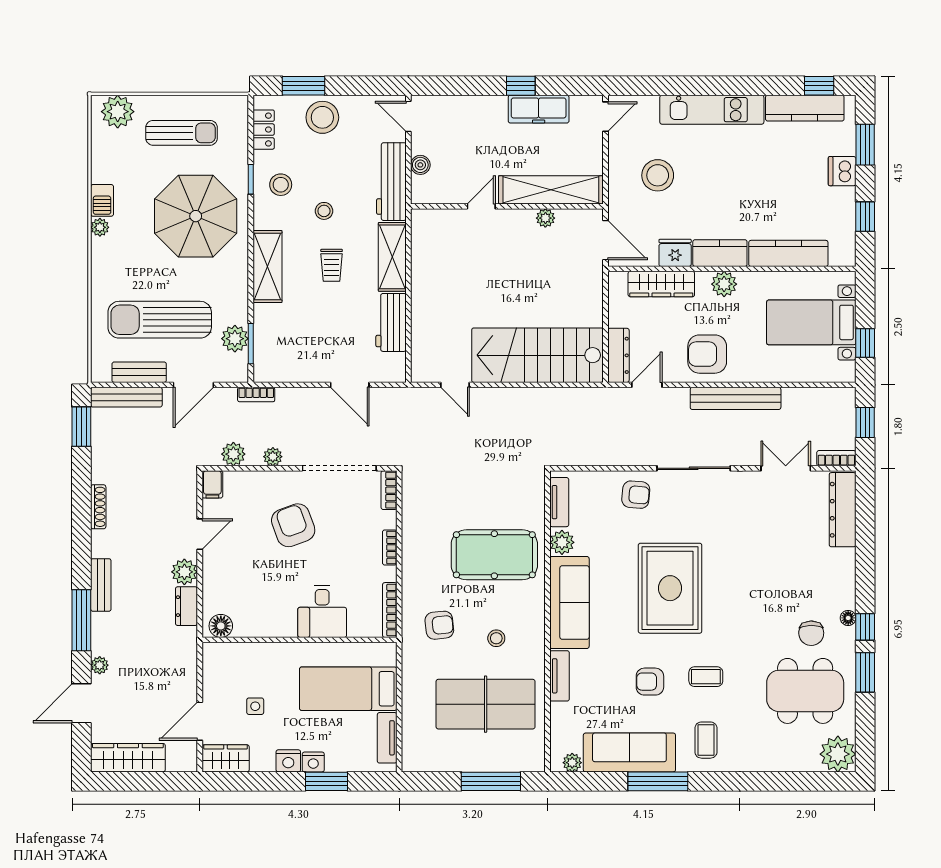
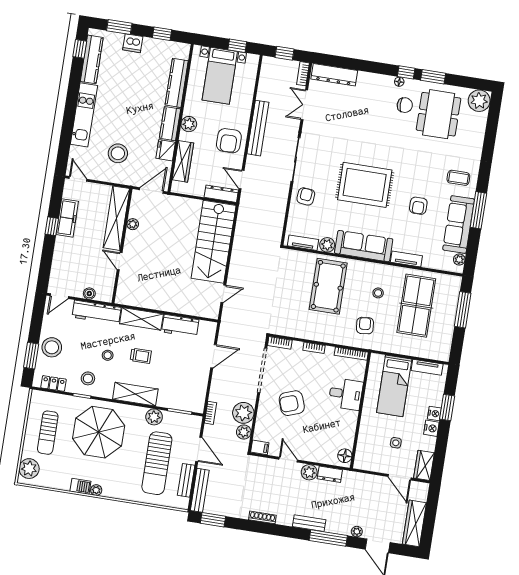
sun lounger: (182, 133) -> (48, 433), turned 180
plant: (235, 339) -> (154, 417), moved
plant: (273, 457) -> (243, 413), width x1.87, depth x1.87
coffee table: (706, 677) -> (421, 172), removed

